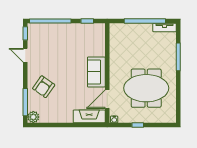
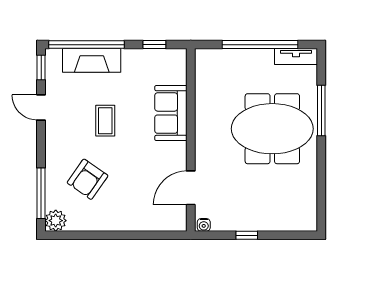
coffee table: (60, 63) -> (105, 121), added
sofa: (96, 72) -> (171, 113), moved
armchair: (44, 87) -> (88, 179), moved
meeting table: (146, 88) -> (272, 129), moved
fireplace: (89, 116) -> (92, 60), moved, turned 180

